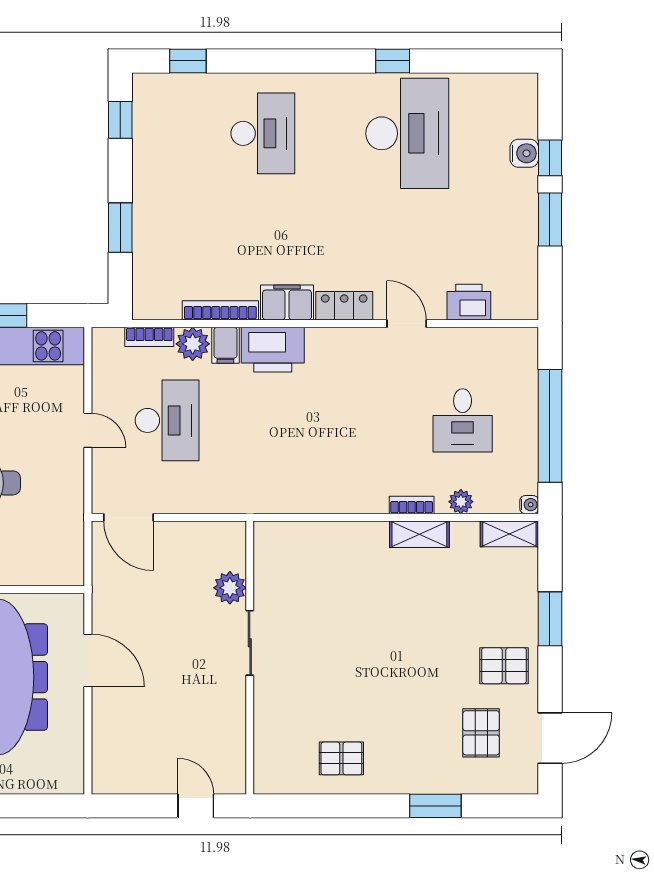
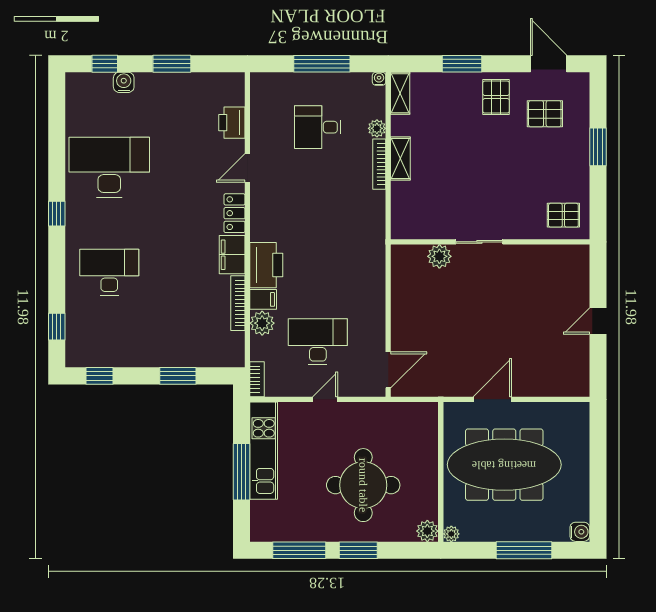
window: (393, 61) -> (57, 214), moved
window: (550, 158) -> (105, 64), moved
bookcase: (149, 337) -> (257, 379), moved
desk: (463, 420) -> (318, 127), turned 180
window: (550, 426) -> (322, 64), width x0.68
bookcase: (412, 505) -> (379, 164), width x1.56
plant: (230, 588) -> (439, 256), moved
sliding door: (250, 643) -> (479, 242), moved
wall: (250, 658) -> (490, 242), moved
pallet: (341, 758) -> (563, 215), turned 90

